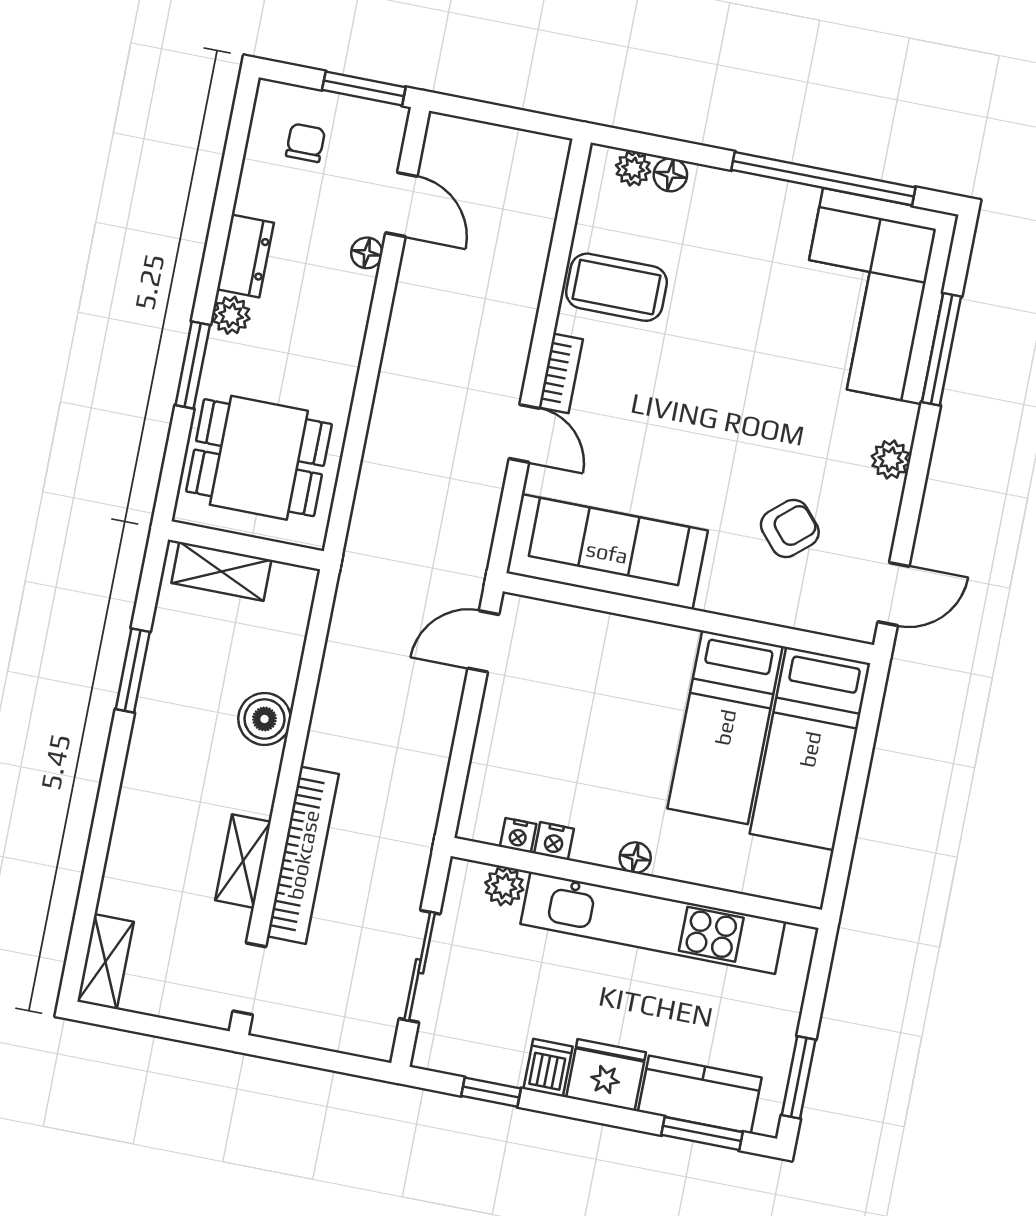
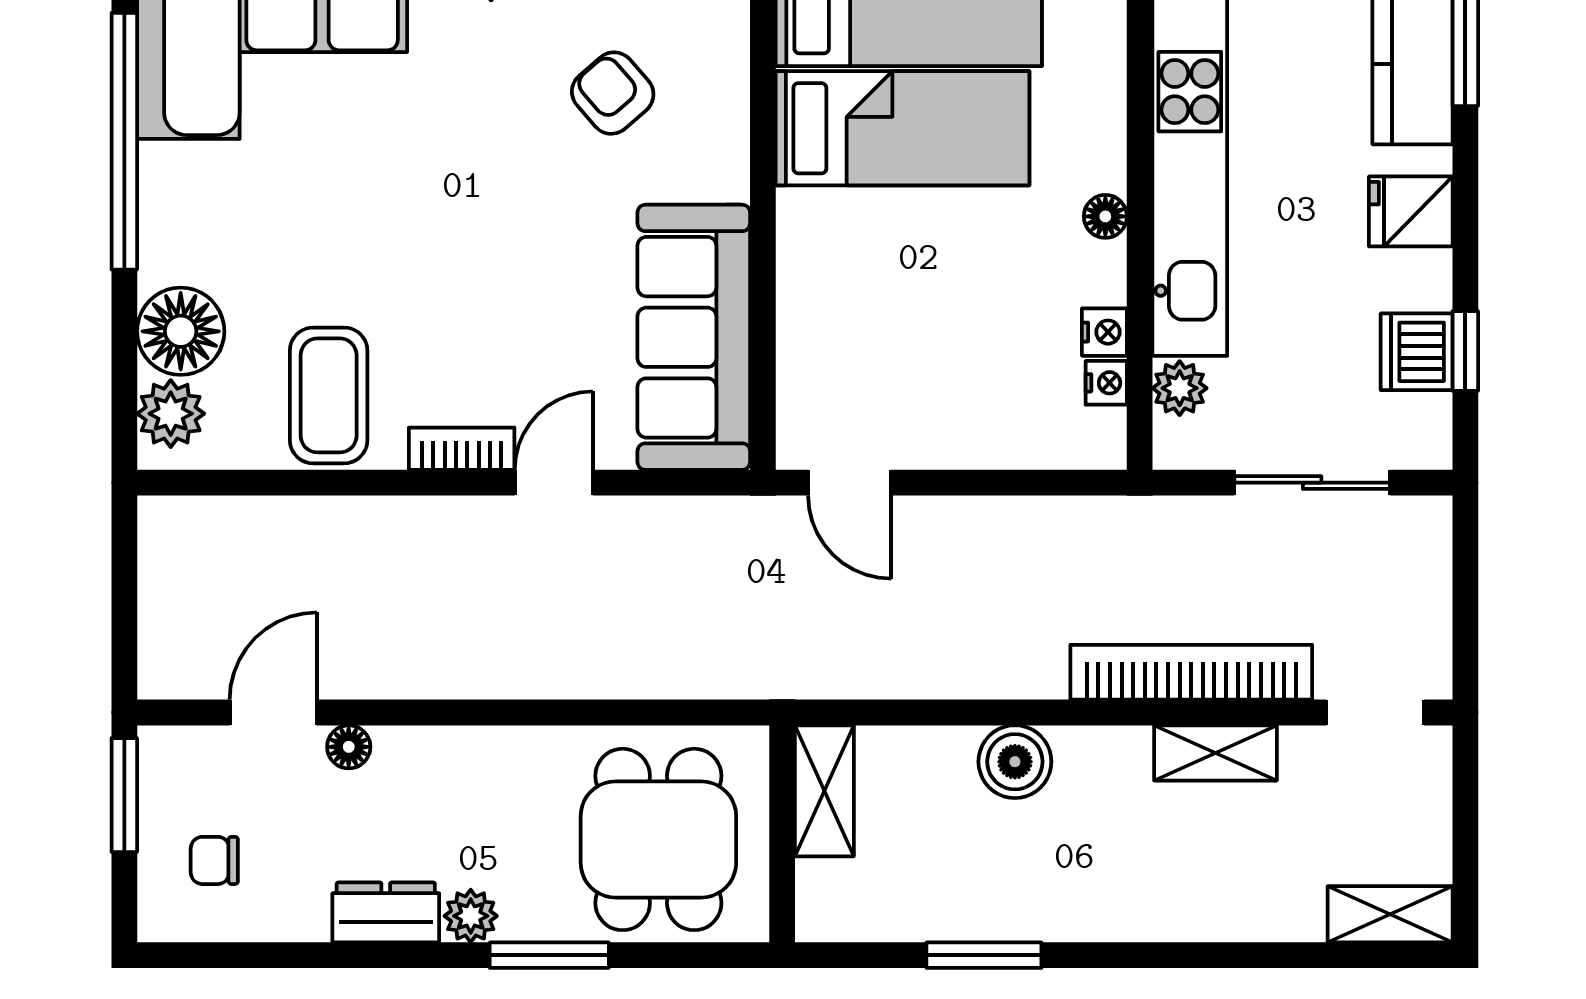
plant: (633, 169) -> (171, 414), width x1.38, depth x1.38
floor lamp: (670, 175) -> (181, 331), width x1.89, depth x1.89
shelving: (221, 571) -> (824, 791), moved
dishwasher: (548, 1068) -> (1417, 352), moved, width x1.38
fridge: (606, 1075) -> (1411, 211), width x0.72

